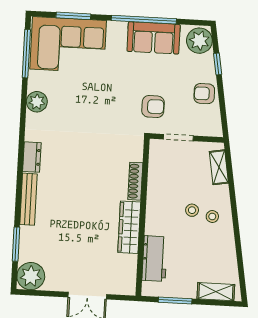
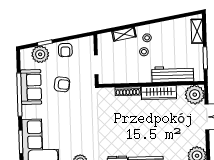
plant: (199, 41) -> (40, 54), moved
armchair: (153, 107) -> (62, 84), moved, turned 98
shelving: (219, 167) -> (124, 34), moved
workbench: (155, 259) -> (173, 74), width x1.38
plant: (122, 280) -> (195, 95), added

